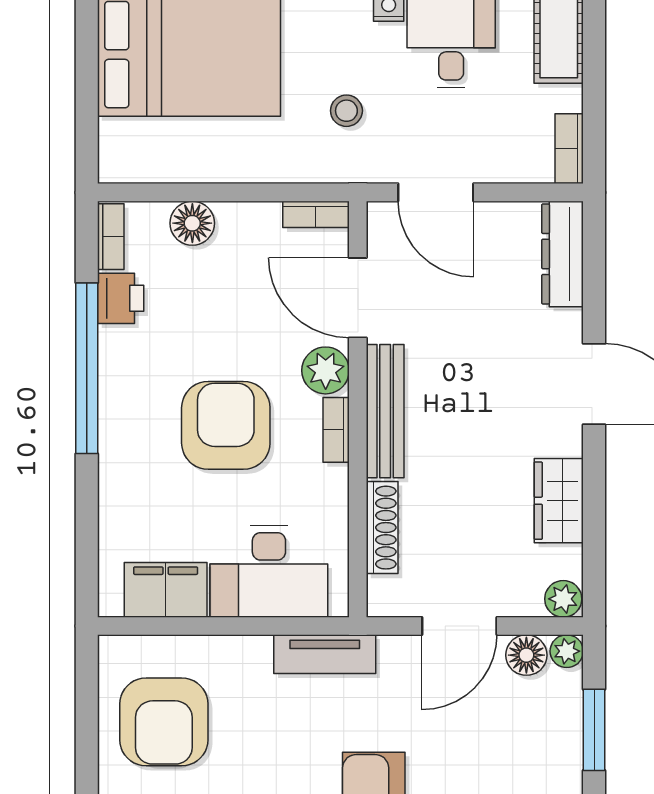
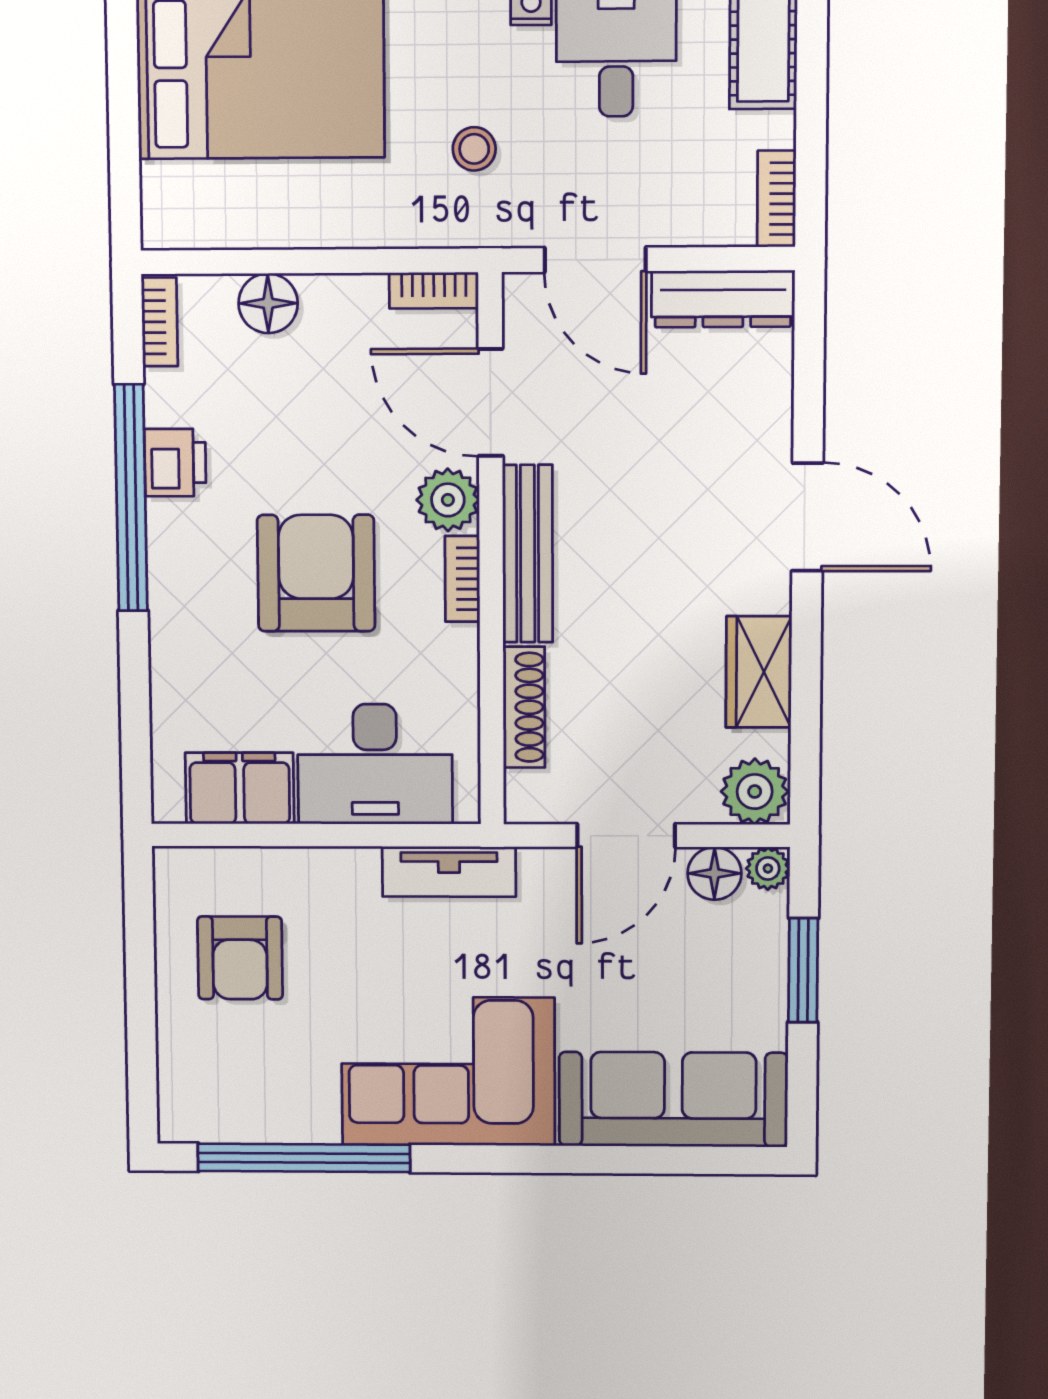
dresser: (563, 254) -> (723, 299), moved, turned -90
printer: (121, 298) -> (175, 463), moved
plant: (563, 599) -> (755, 792), width x1.38, depth x1.38
armchair: (164, 722) -> (240, 958), width x0.73, depth x0.73

